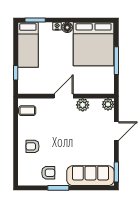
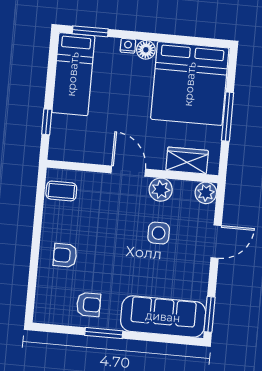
wardrobe: (96, 87) -> (187, 161), added
door: (64, 96) -> (128, 171), hinge flipped
side table: (84, 129) -> (159, 233), added

